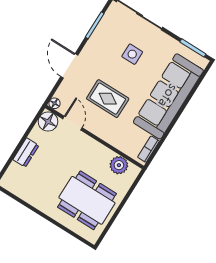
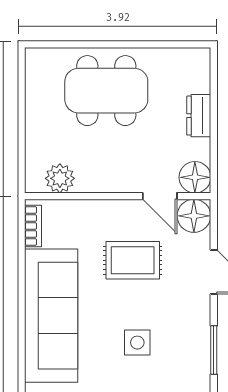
floor lamp: (55, 103) -> (194, 216), width x1.89, depth x1.89
dining table: (87, 200) -> (106, 91), moved

